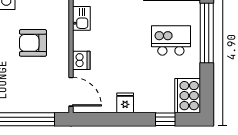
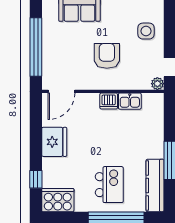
dishwasher: (81, 60) -> (109, 101), moved
fridge: (125, 103) -> (54, 142), width x1.88, depth x1.34

